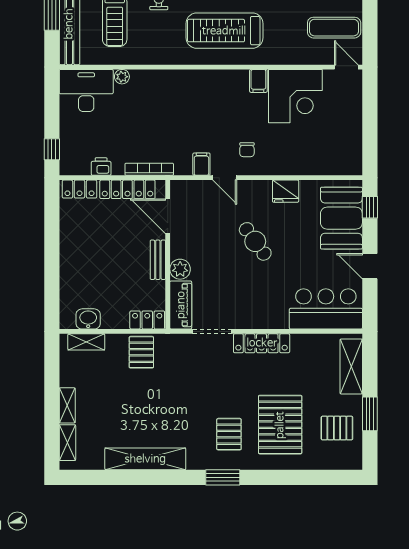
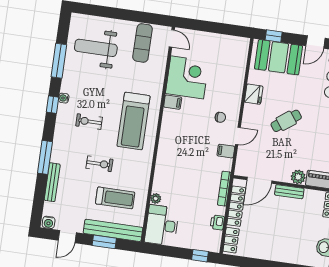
door: (346, 67) -> (172, 38), swing flipped

